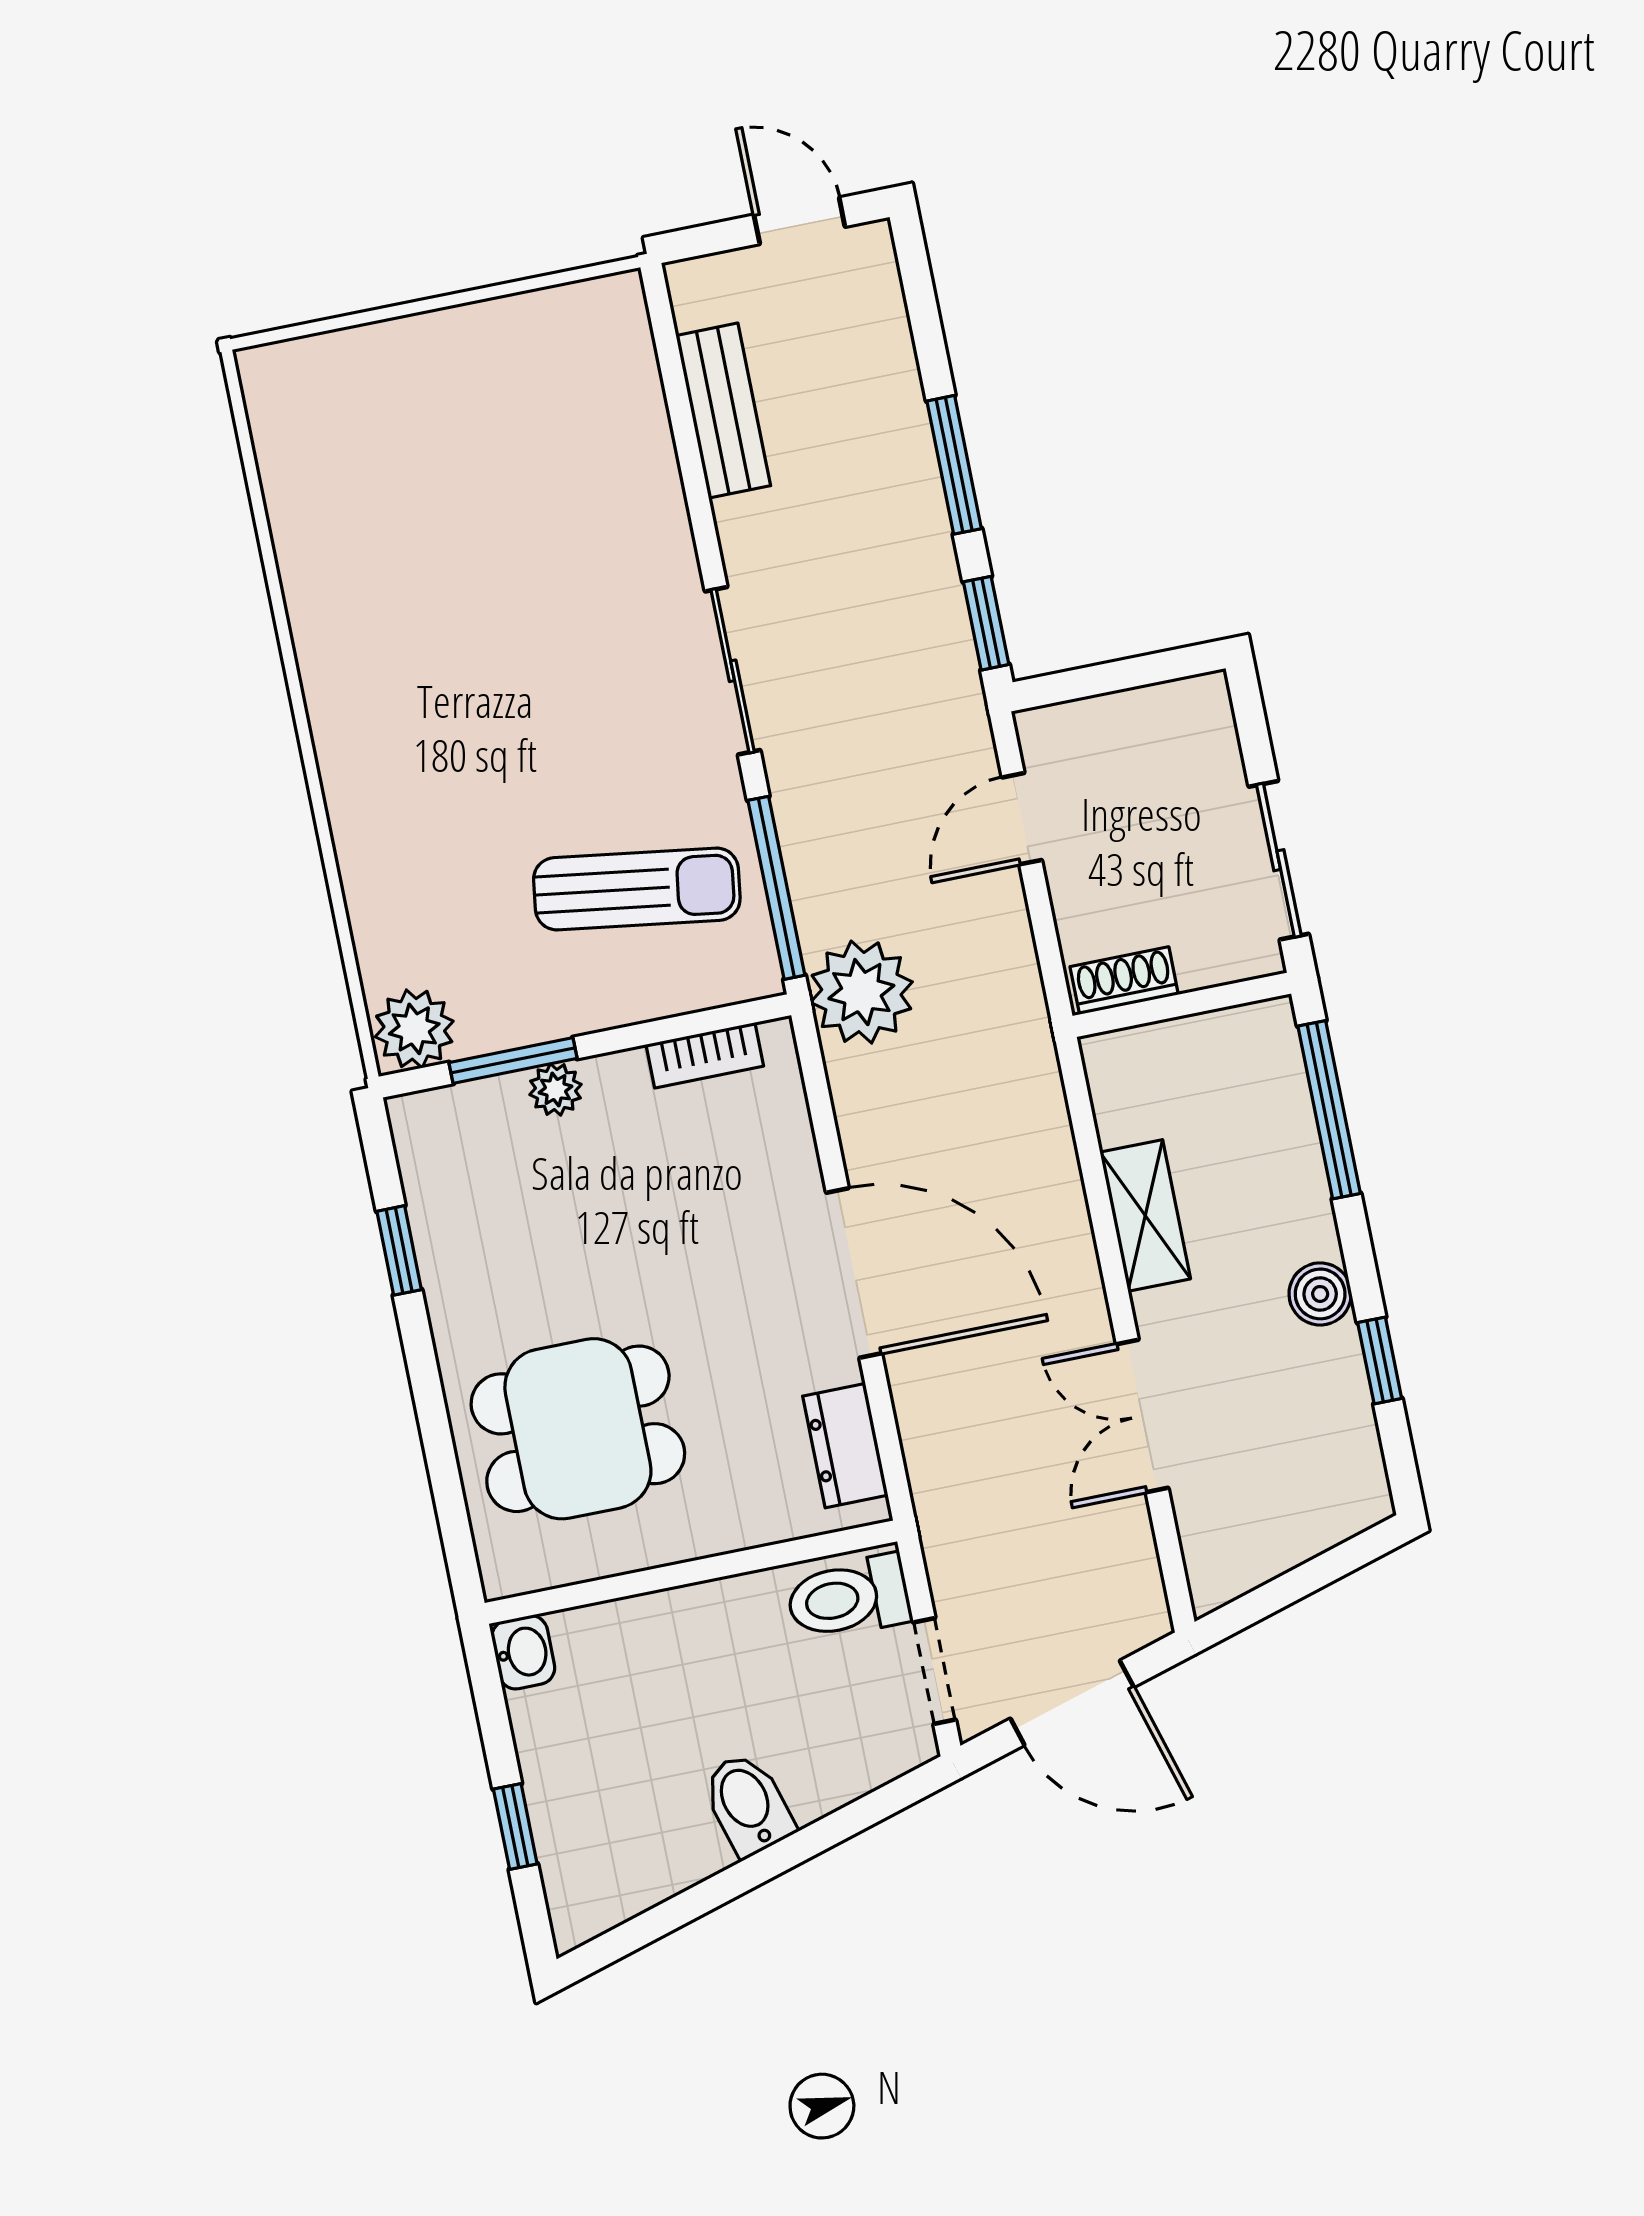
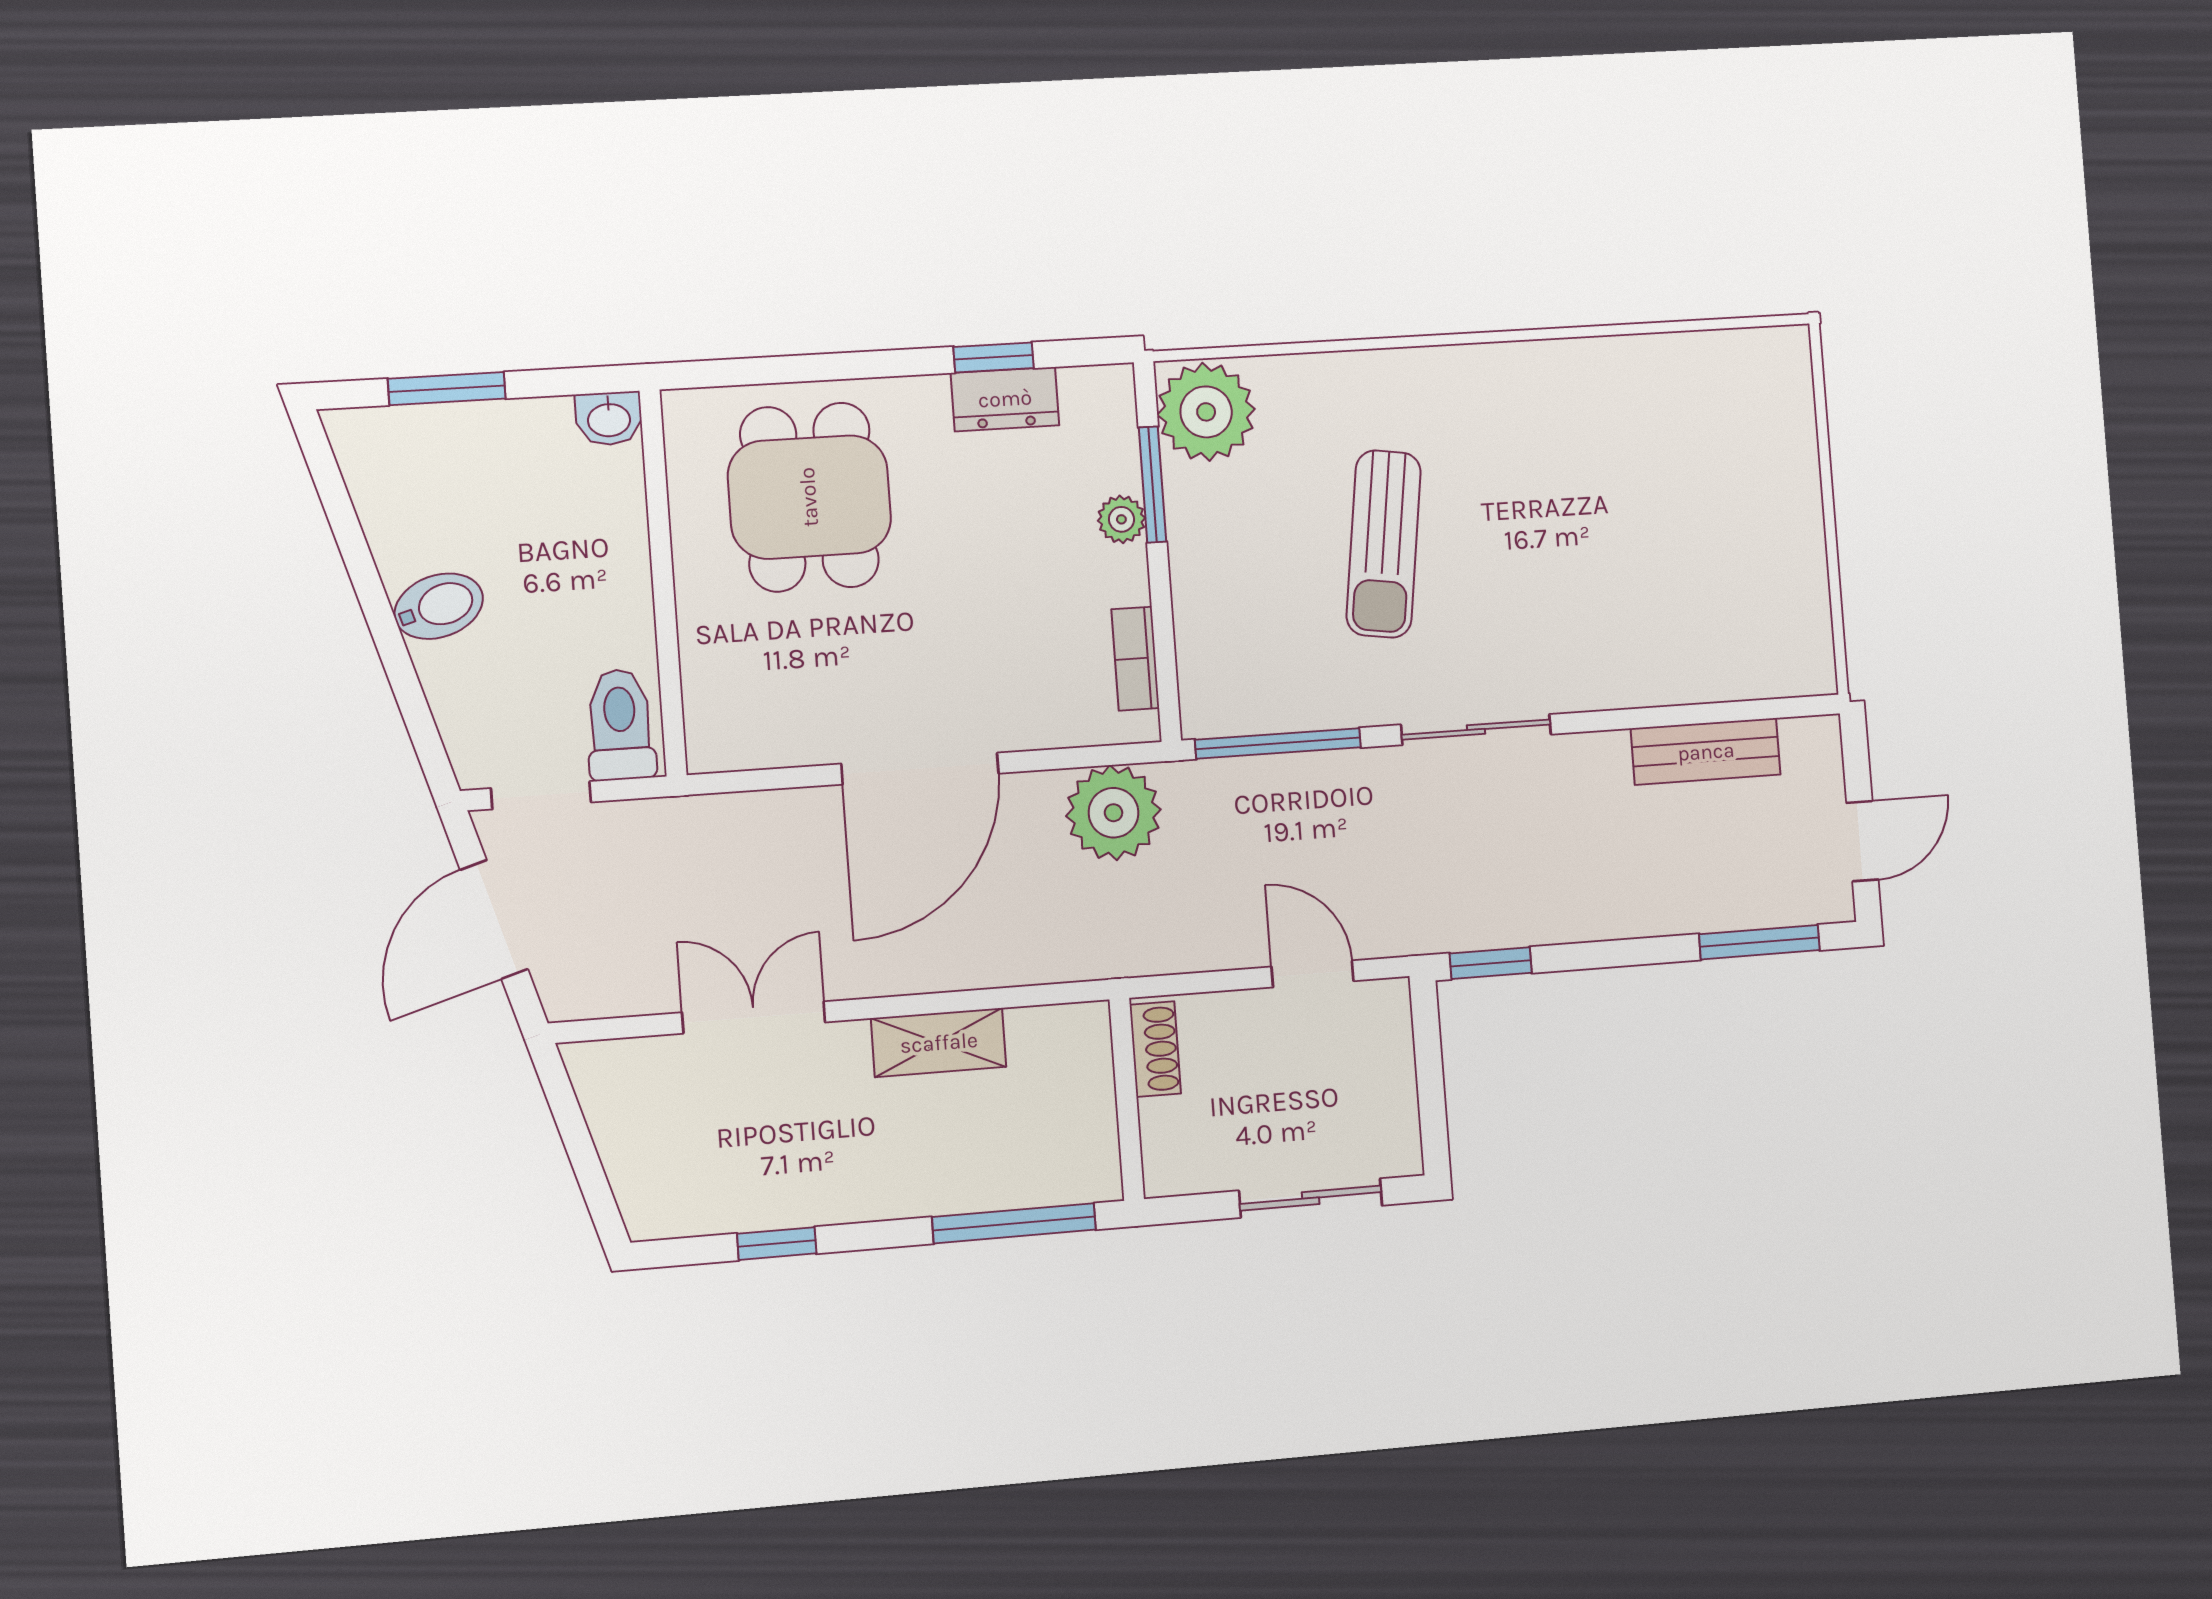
window: (954, 465) -> (1759, 942), moved
sliding door: (1279, 860) -> (1311, 1198), moved
sun lounger: (637, 889) -> (1384, 544), moved
plant: (861, 992) -> (1113, 813), moved
plant: (414, 1029) -> (1206, 412), width x1.36, depth x1.36
boiler: (1320, 1294) -> (846, 1195), removed
dresser: (845, 1446) -> (1005, 399), moved, turned 180
window: (515, 1827) -> (447, 389), width x1.50

